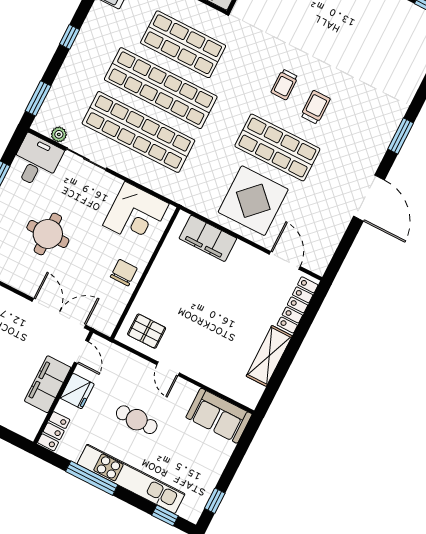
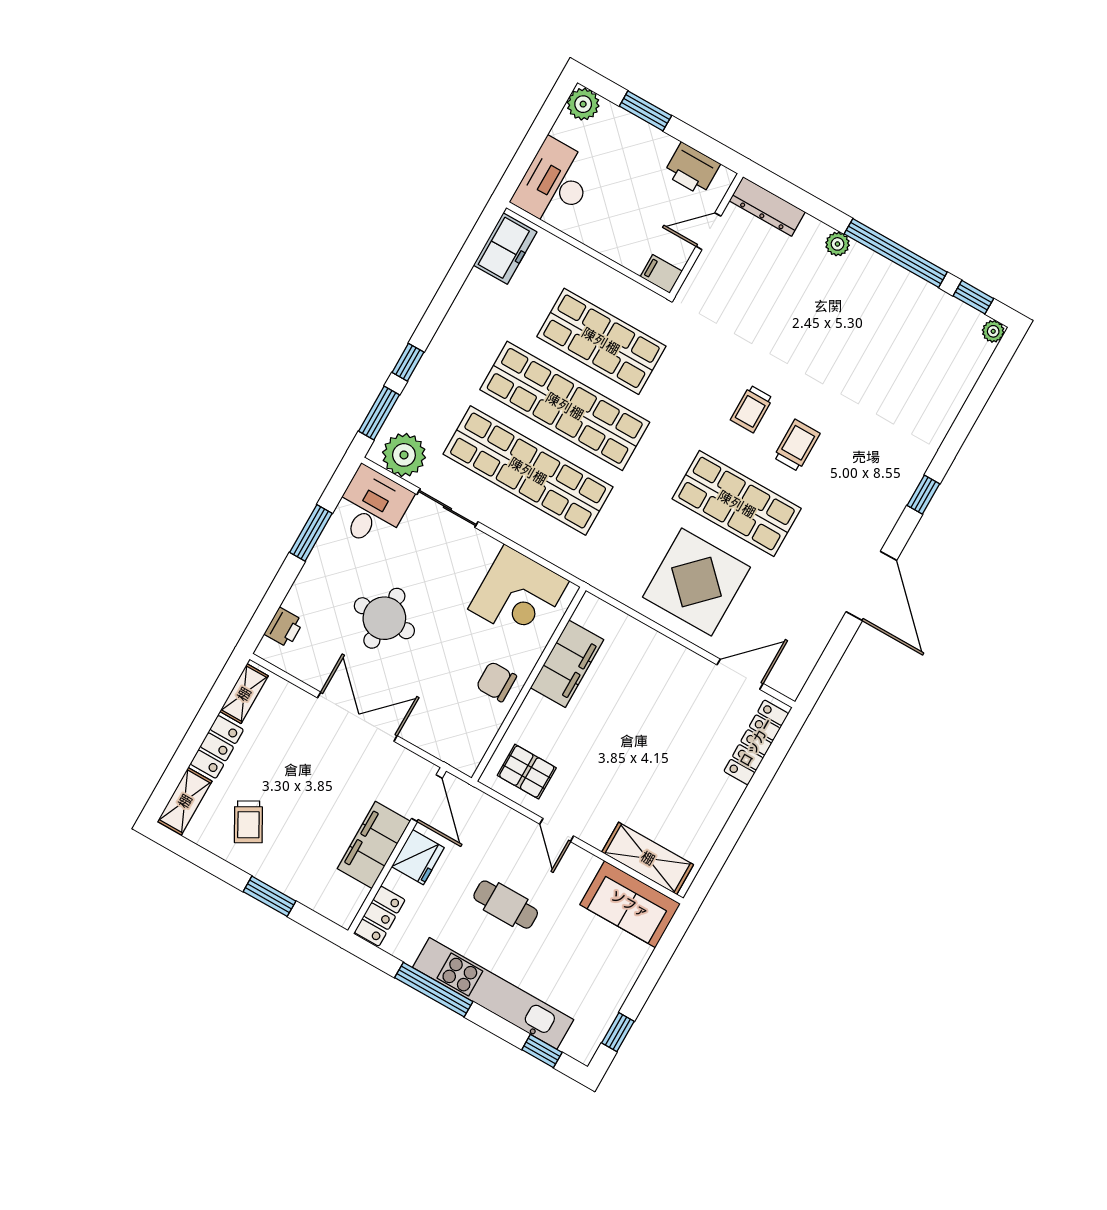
window: (69, 37) -> (408, 362), moved
plant: (59, 134) -> (404, 455), width x1.88, depth x1.88
window: (401, 136) -> (923, 495), width x0.67
filing cabinet: (208, 238) -> (567, 664), moved, turned -90
door: (285, 260) -> (740, 674), hinge flipped
chair: (124, 273) -> (496, 682), turned -90
double door: (59, 313) -> (357, 717), moved
door: (81, 352) -> (427, 798), width x1.38
shelving: (269, 356) -> (648, 858), moved, turned 90

